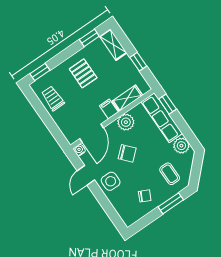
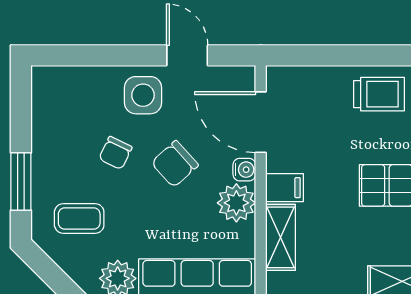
water cooler: (79, 150) -> (244, 170), moved
chair: (145, 196) -> (115, 153), moved

